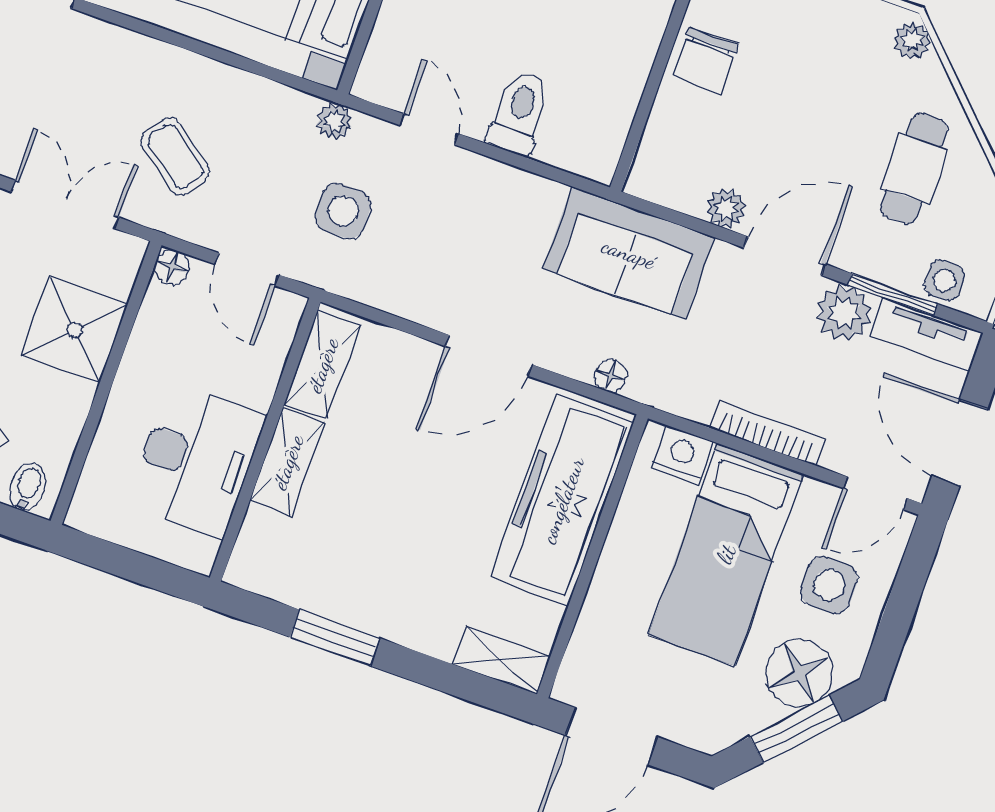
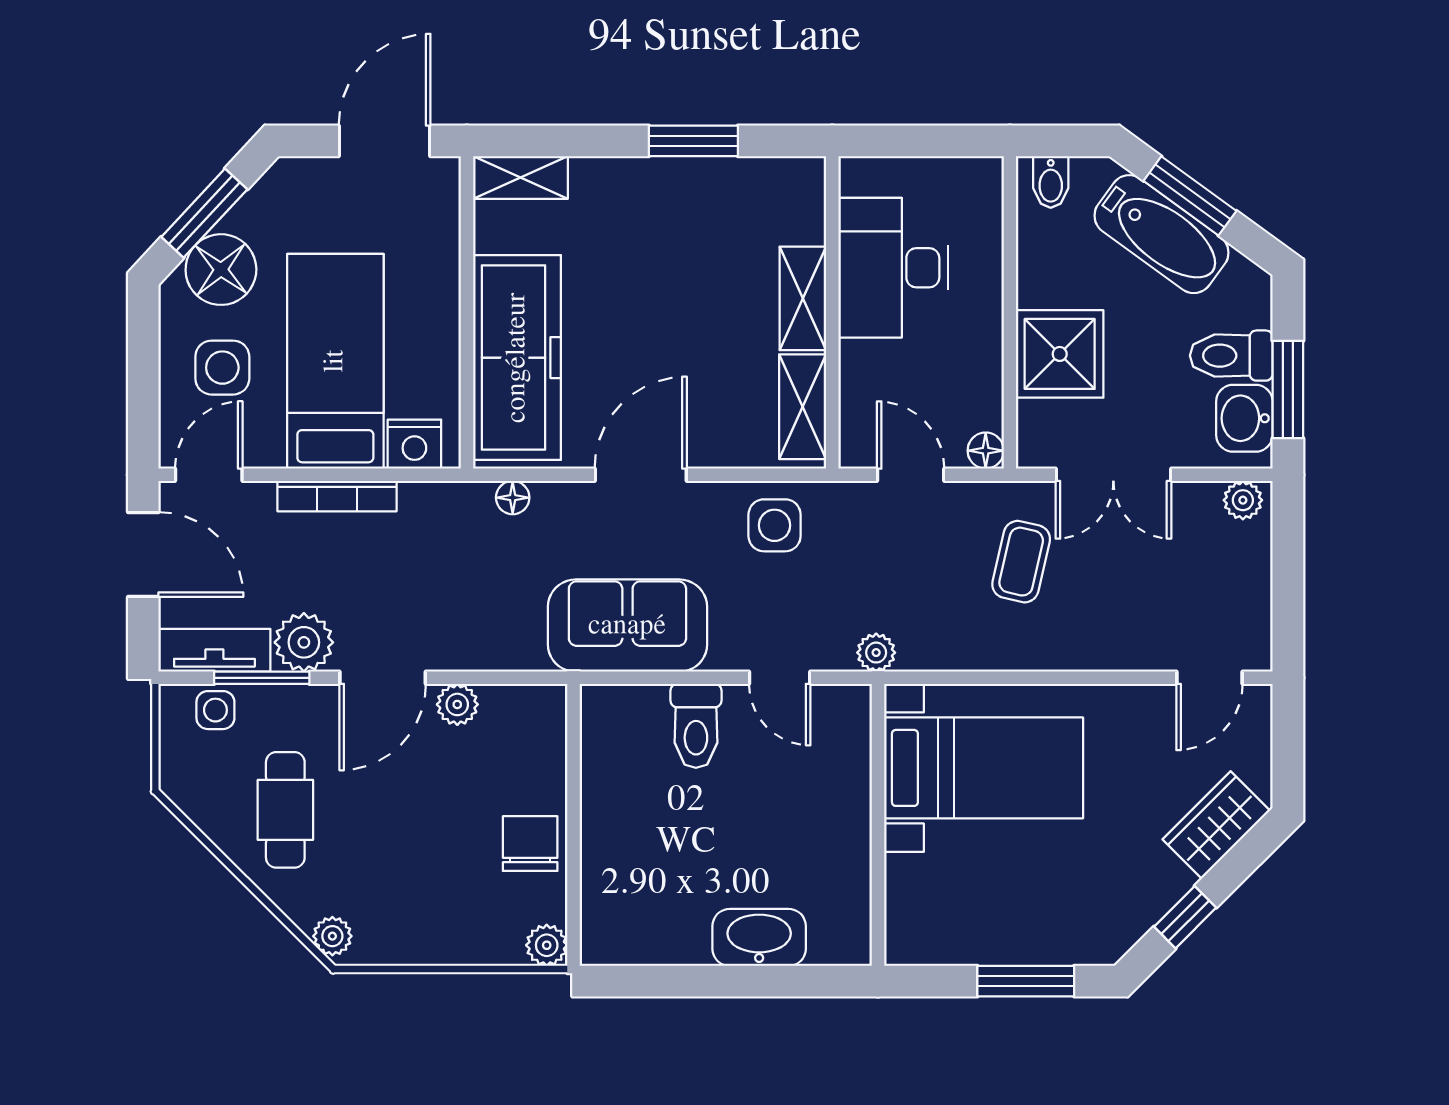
coffee table: (175, 156) -> (1021, 562), turned 66
side table: (343, 211) -> (775, 525), moved
sofa: (629, 253) -> (627, 626), moved

